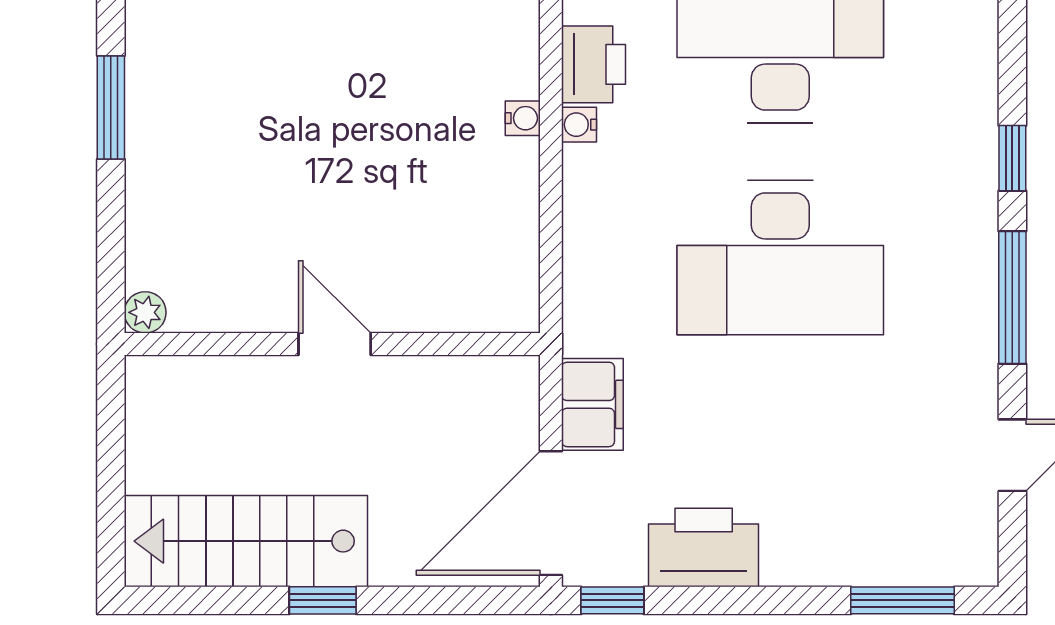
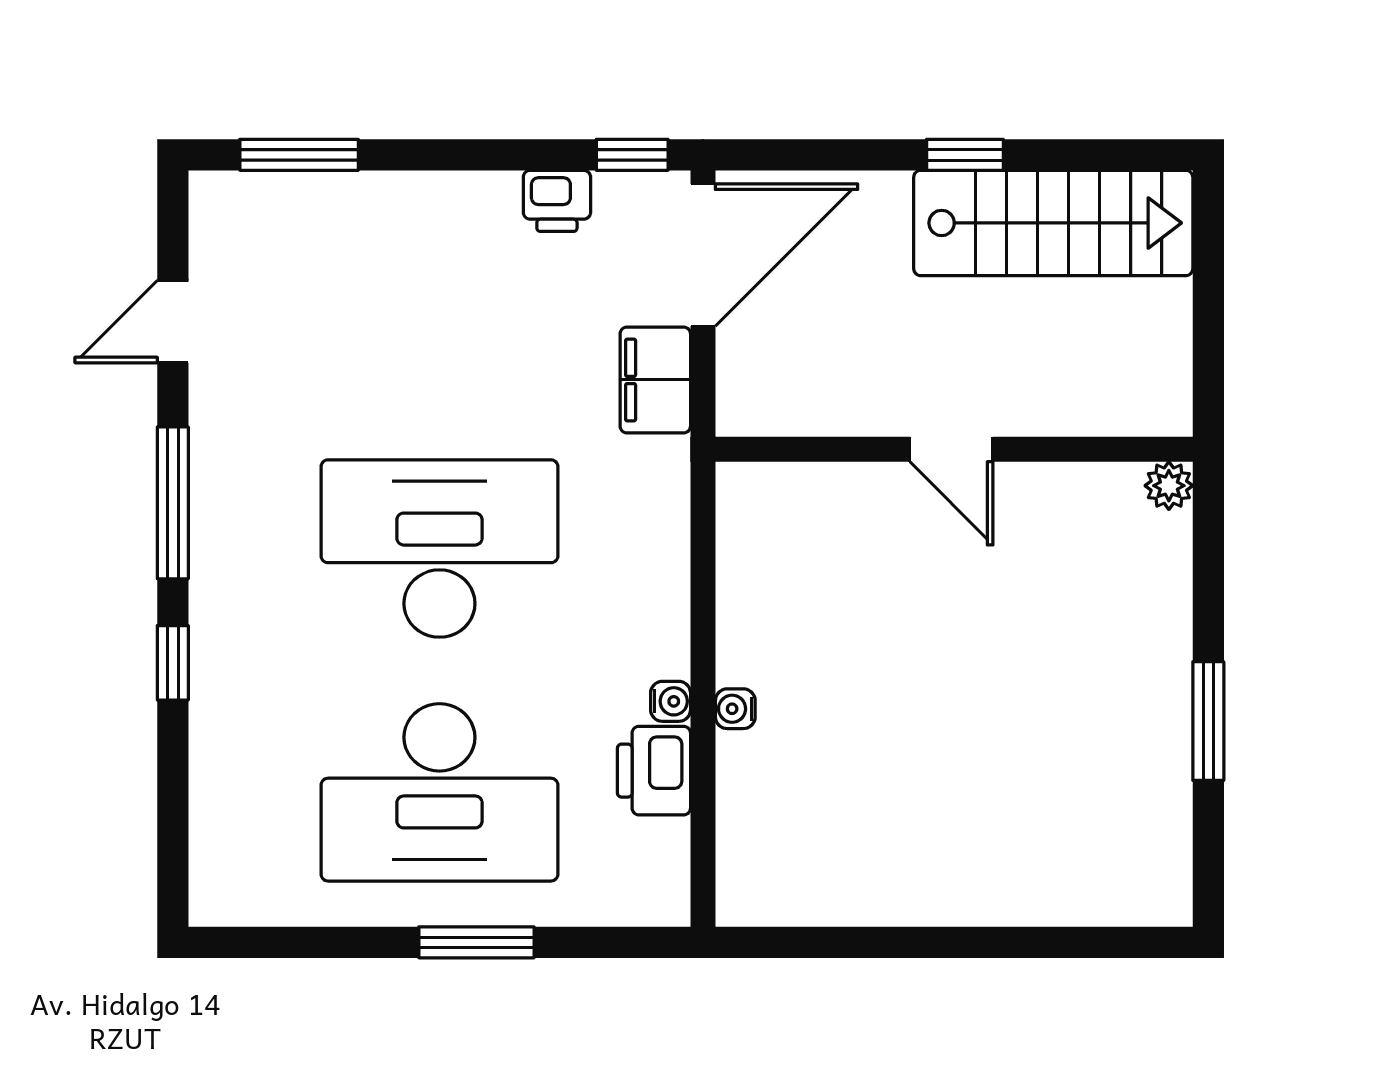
printer: (704, 548) -> (557, 201), width x0.53, depth x0.68

